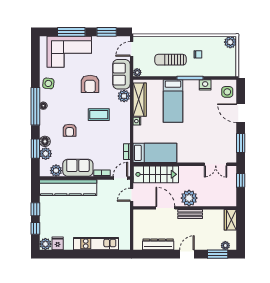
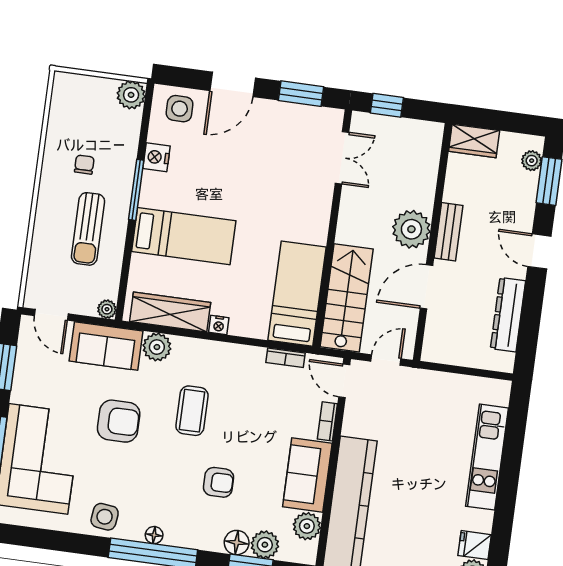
plant: (230, 42) -> (131, 95), moved
door: (132, 195) -> (386, 360), swing flipped

